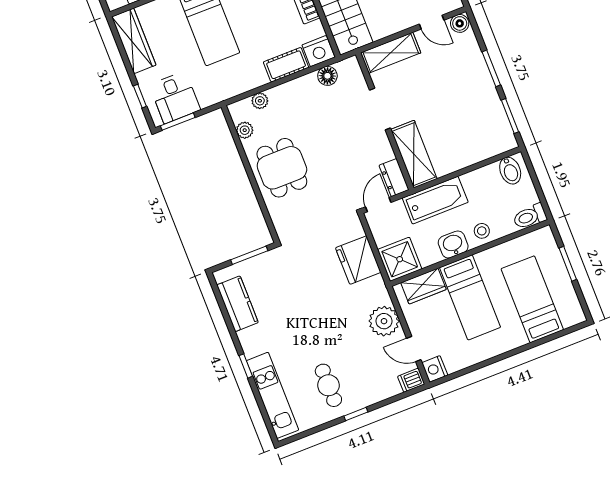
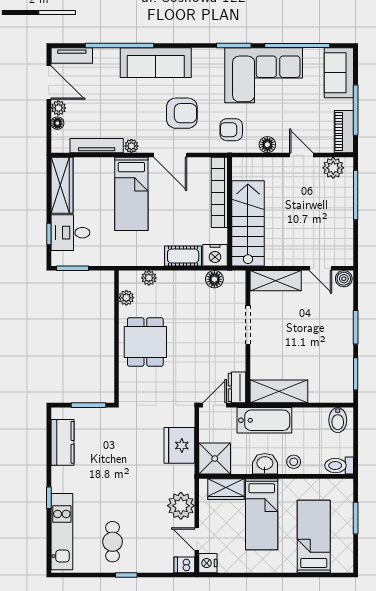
desk: (175, 97) -> (70, 233), moved, turned 90
shelving: (414, 154) -> (279, 391), moved, turned 90

